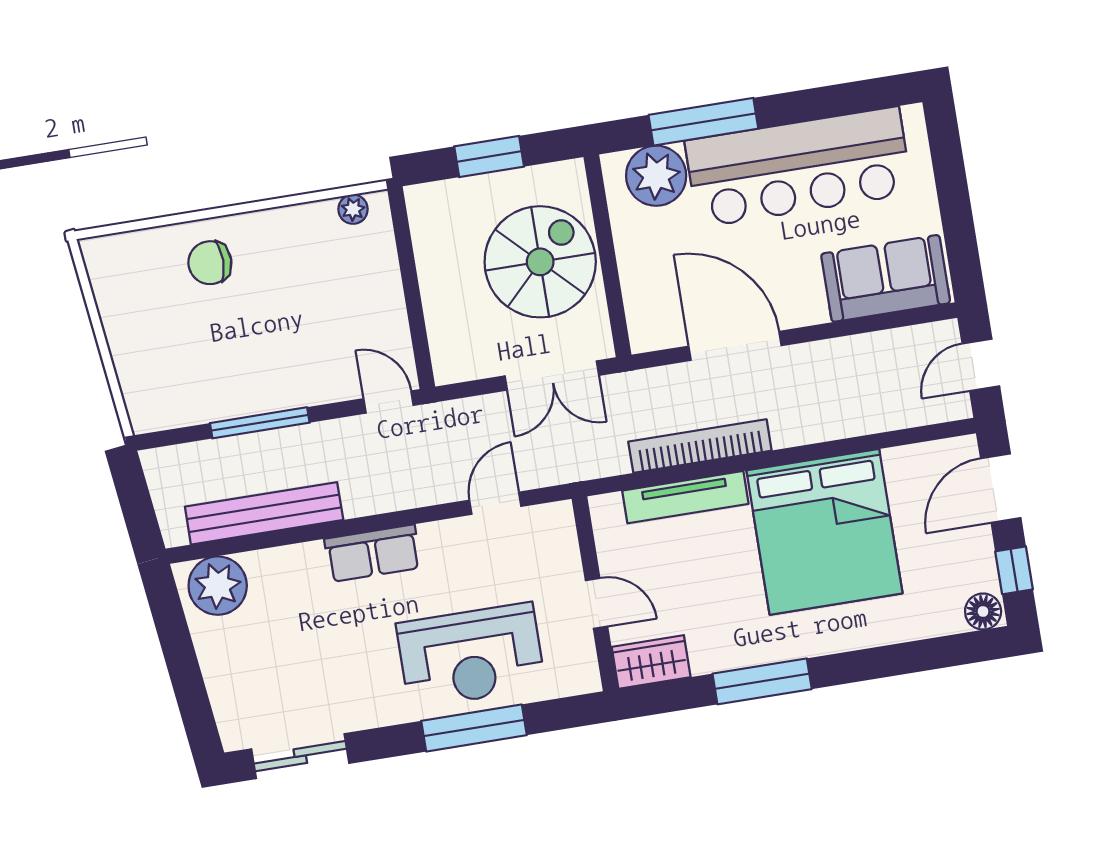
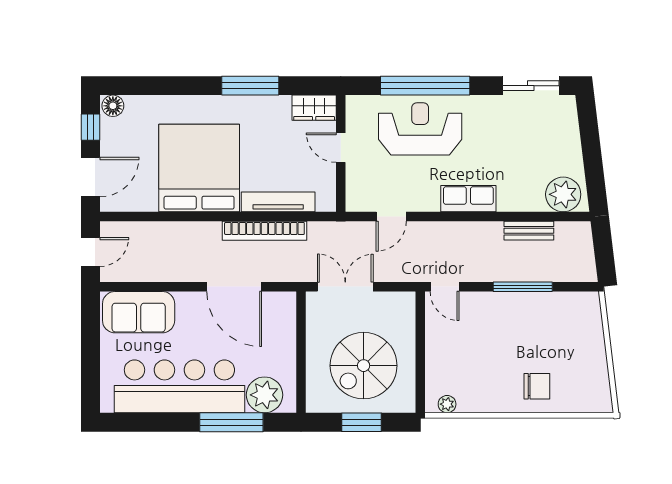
spiral stairs: (540, 262) -> (364, 366), moved
bench: (264, 513) -> (529, 231), width x0.54, depth x0.82
window: (474, 728) -> (425, 86), width x1.46

